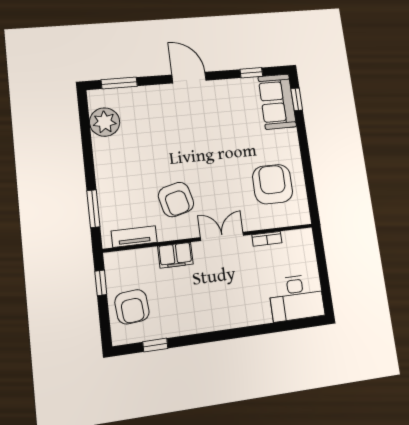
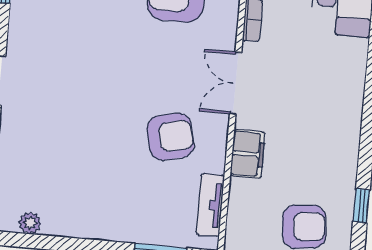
plant: (105, 122) -> (30, 223), width x0.53, depth x0.53

